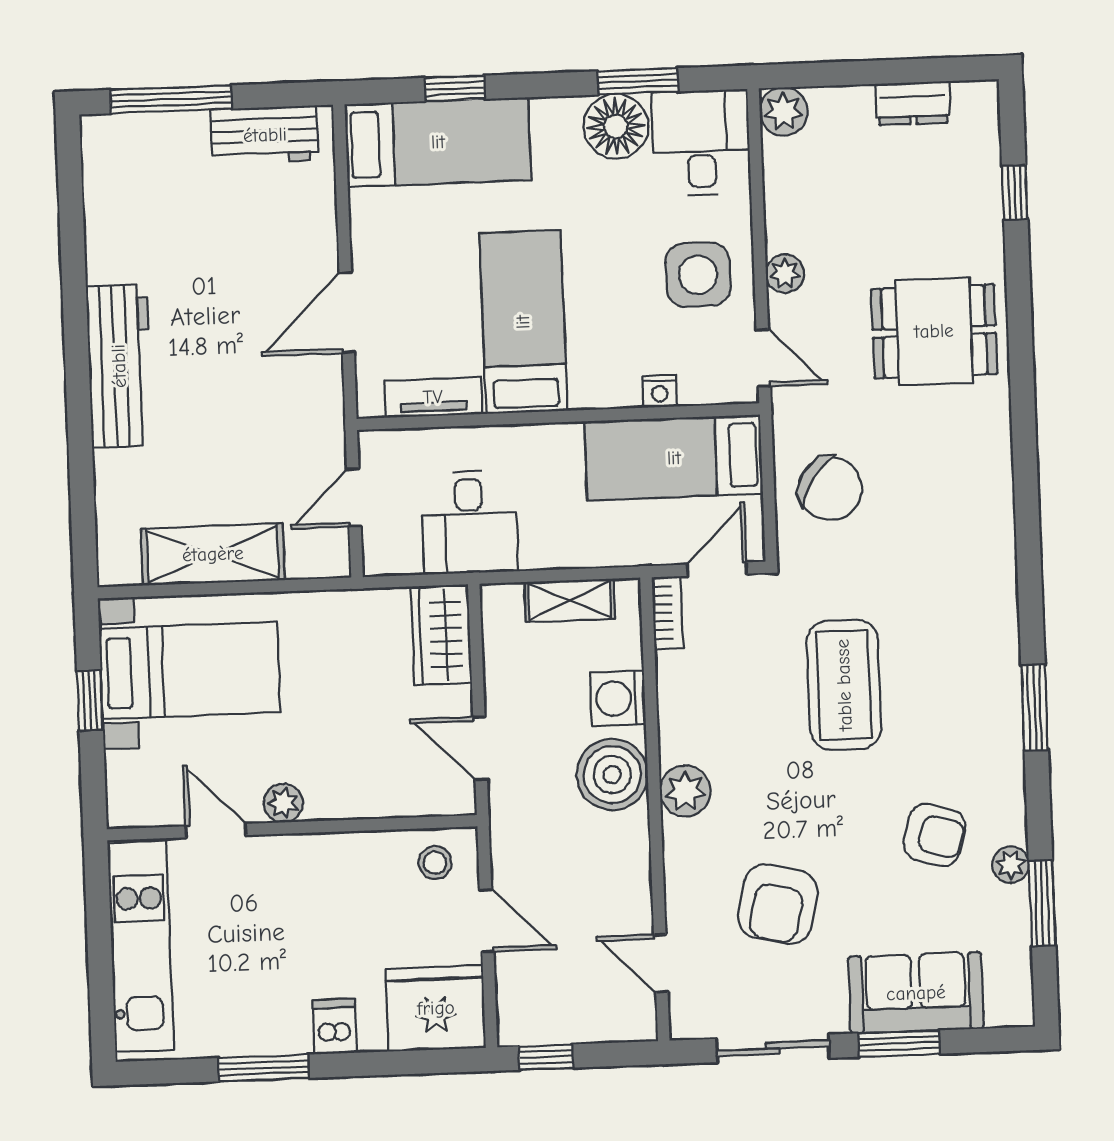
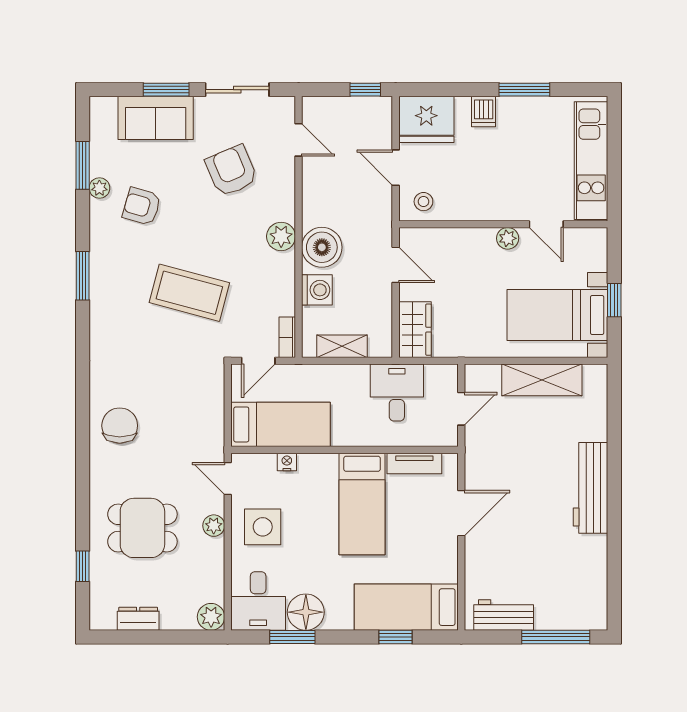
dining table: (934, 331) -> (142, 528), moved
chair: (830, 489) -> (120, 426), moved, turned 56
coffee table: (844, 685) -> (189, 293), turned -75
armchair: (778, 904) -> (231, 171), turned -36

